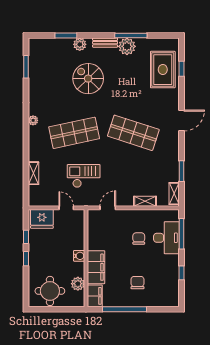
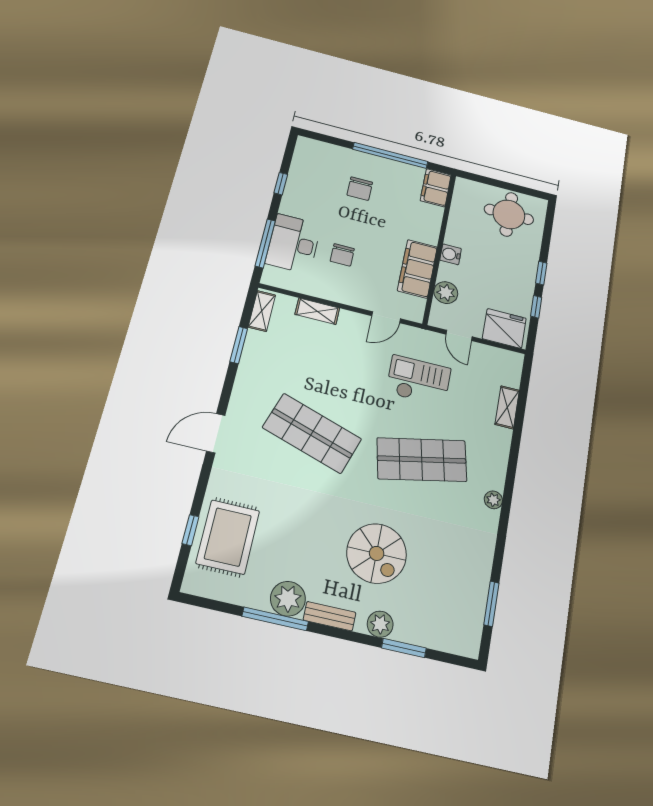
checkout: (84, 176) -> (419, 381), turned 180
filing cabinet: (96, 267) -> (417, 269), moved
plant: (78, 284) -> (446, 293), moved

